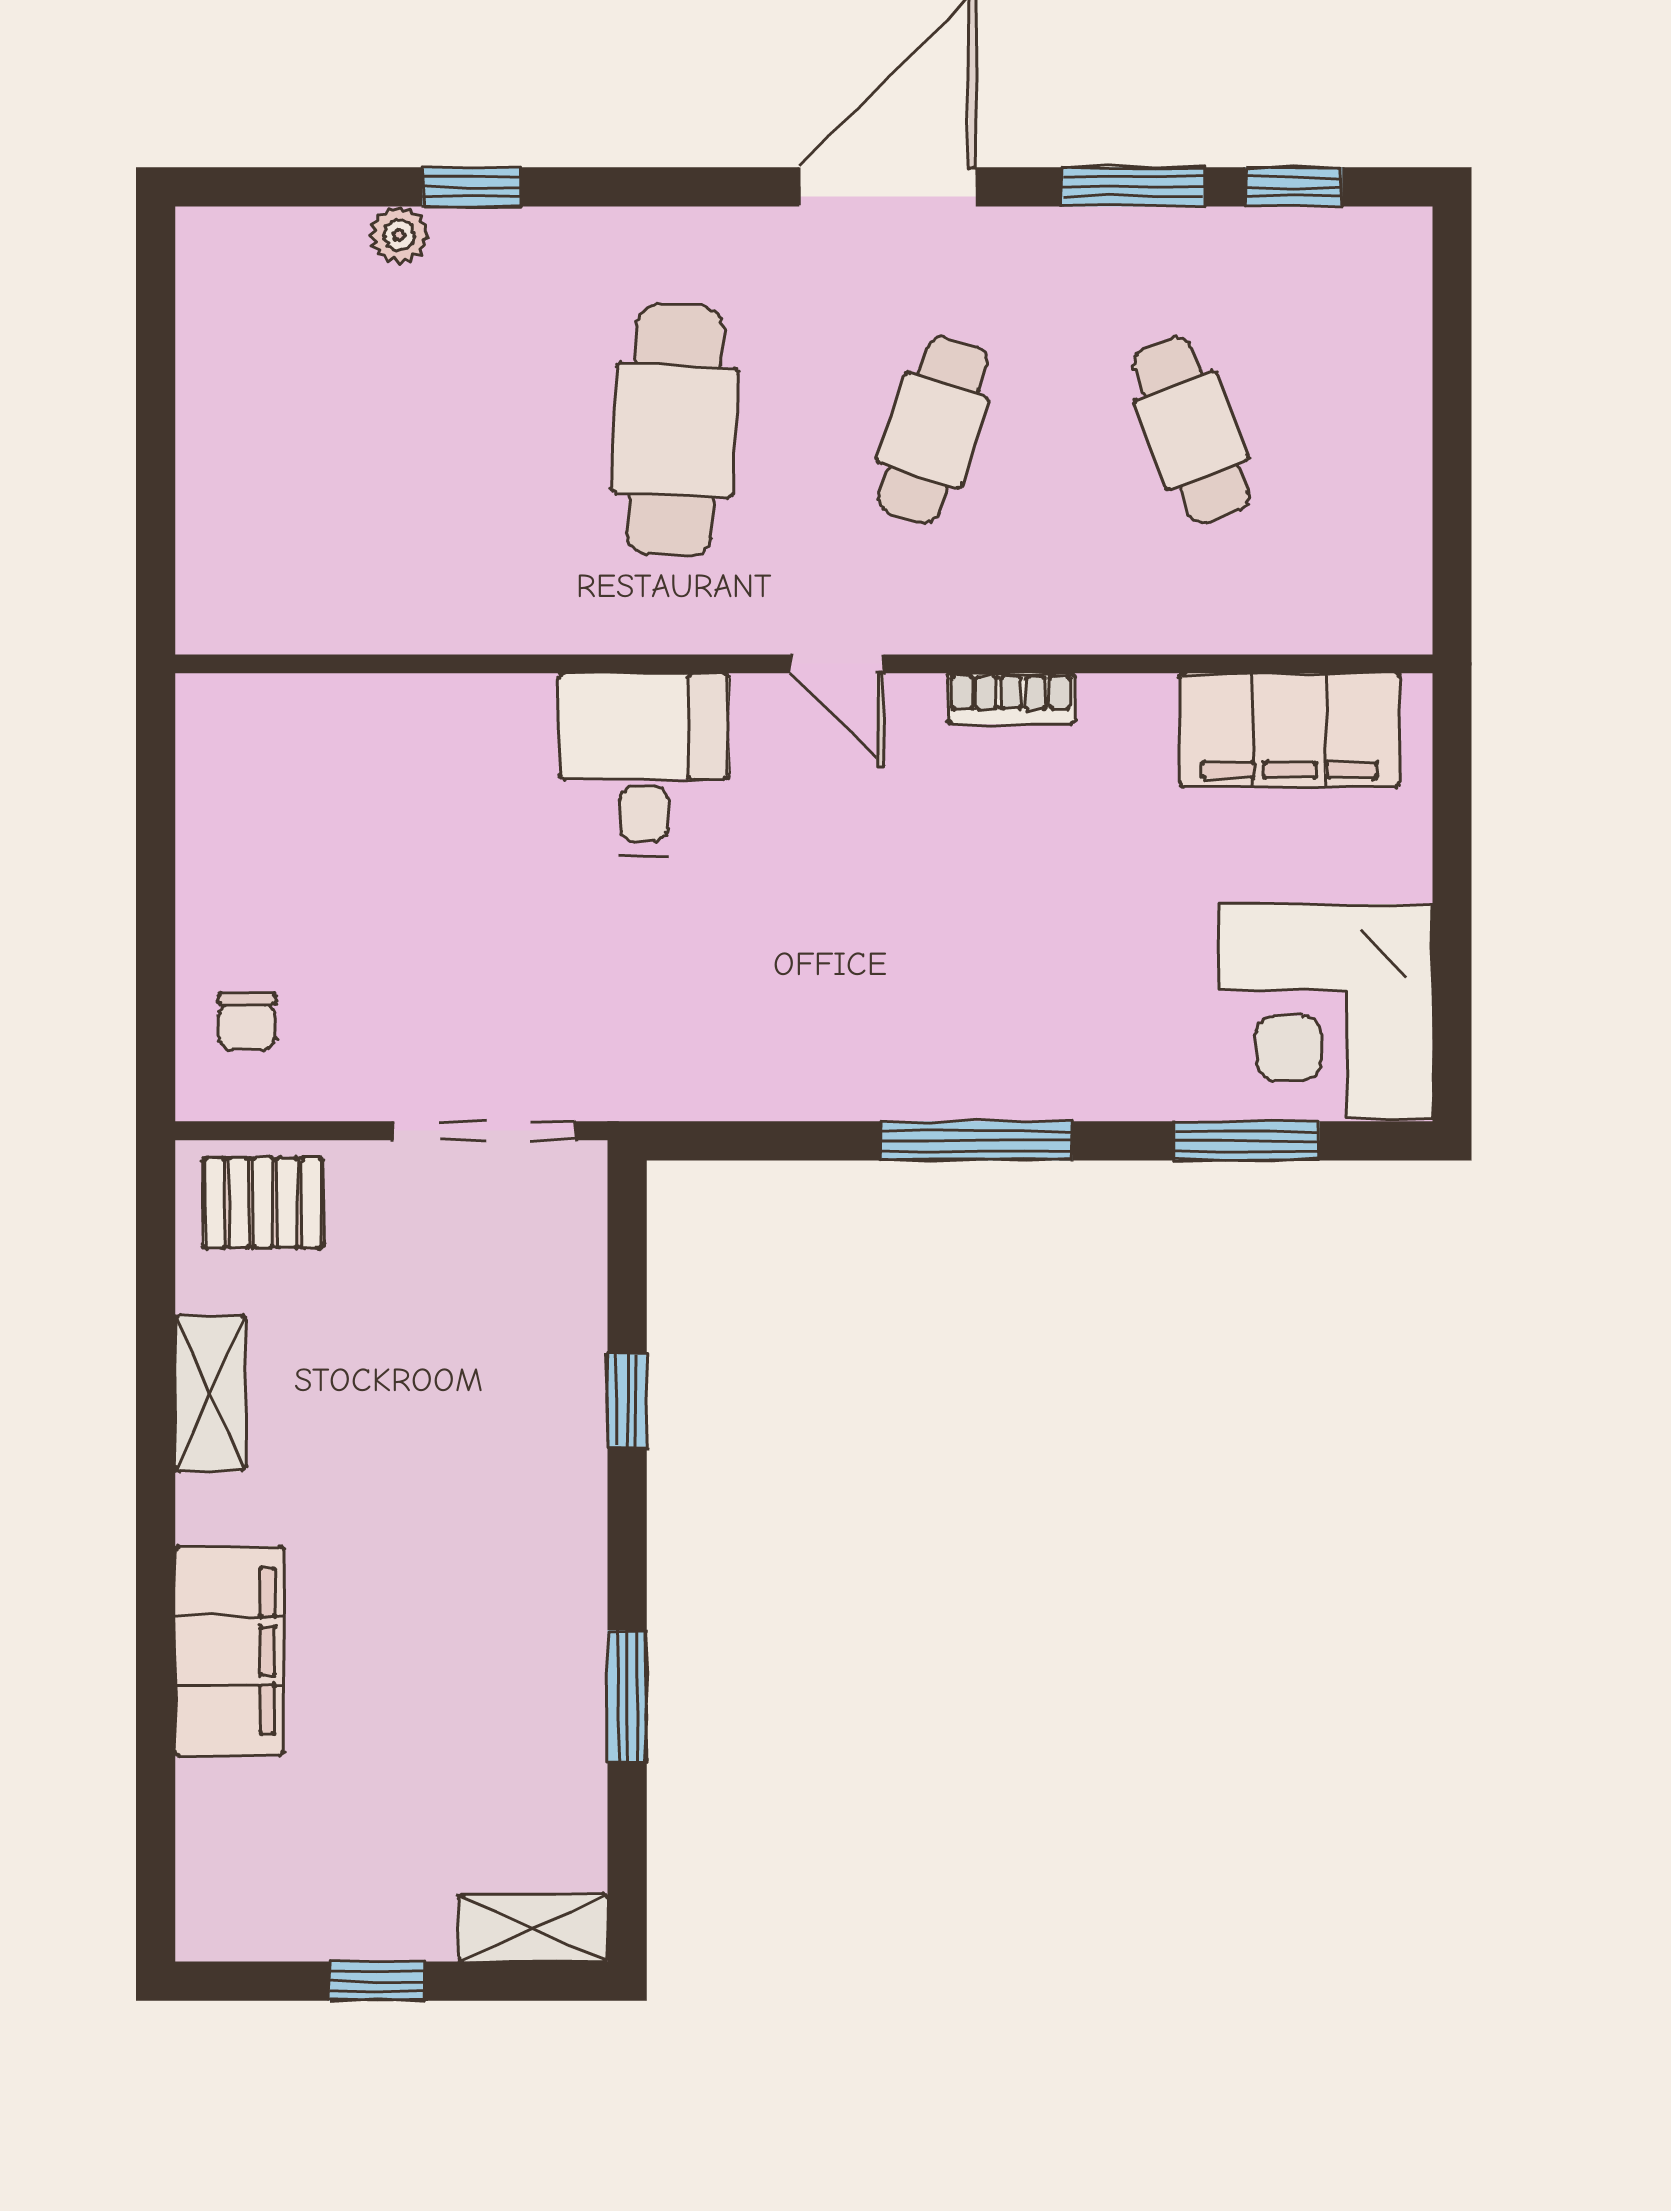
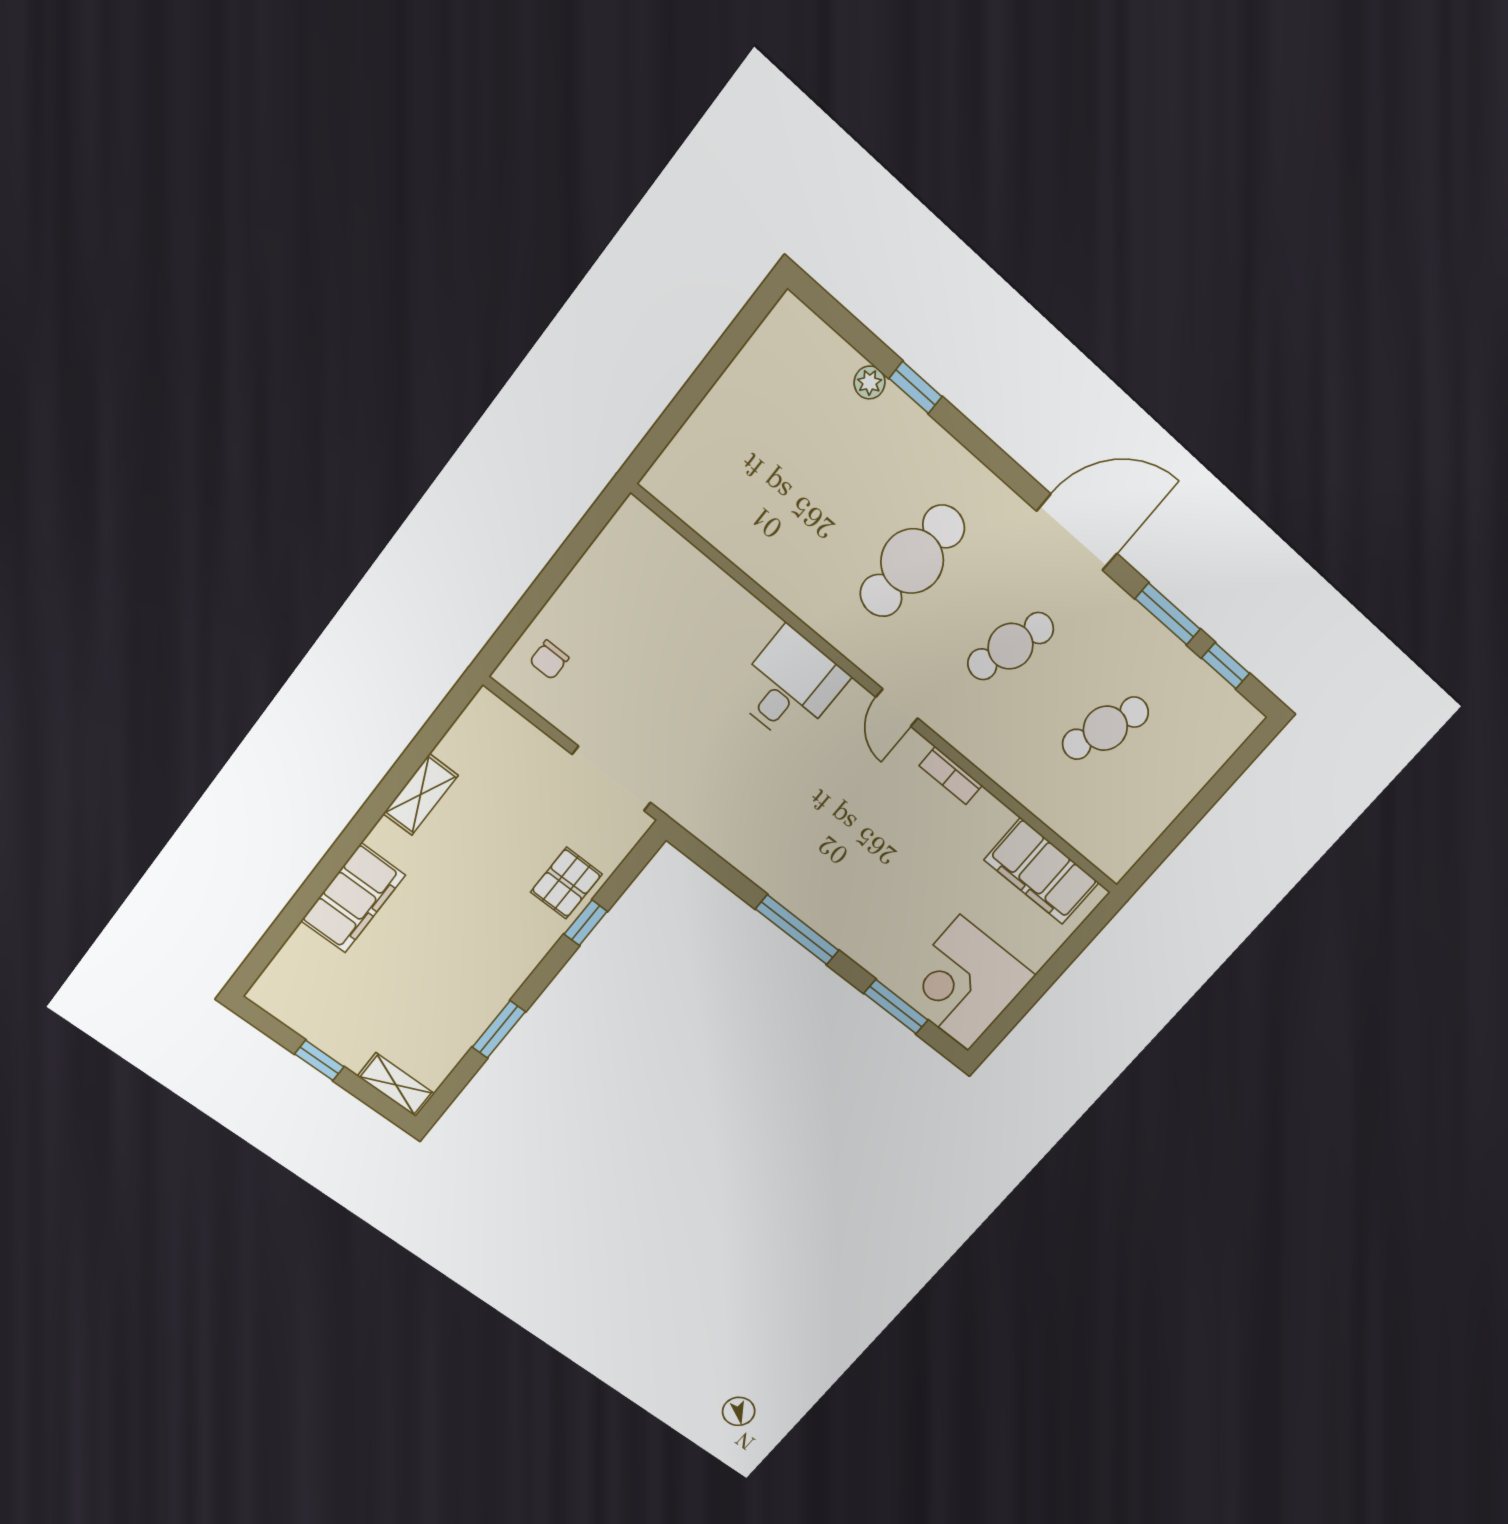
cafe table: (1191, 430) -> (1105, 728), turned 42
pallet: (263, 1203) -> (566, 883), moved, turned 90

